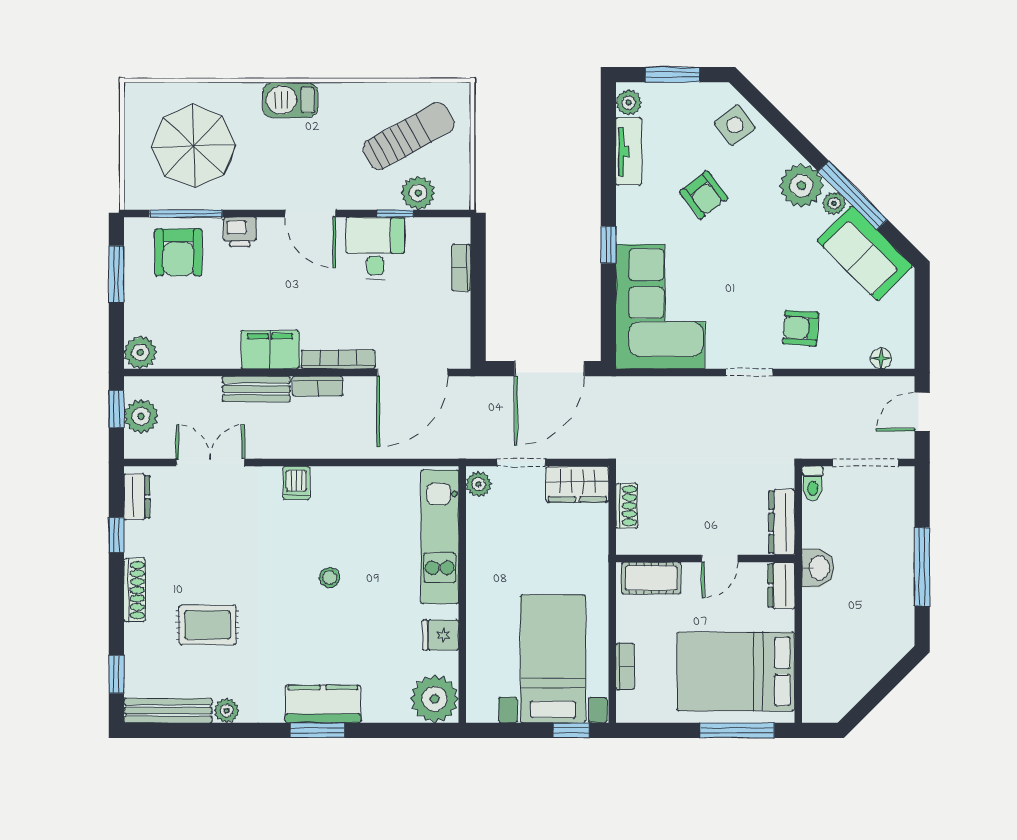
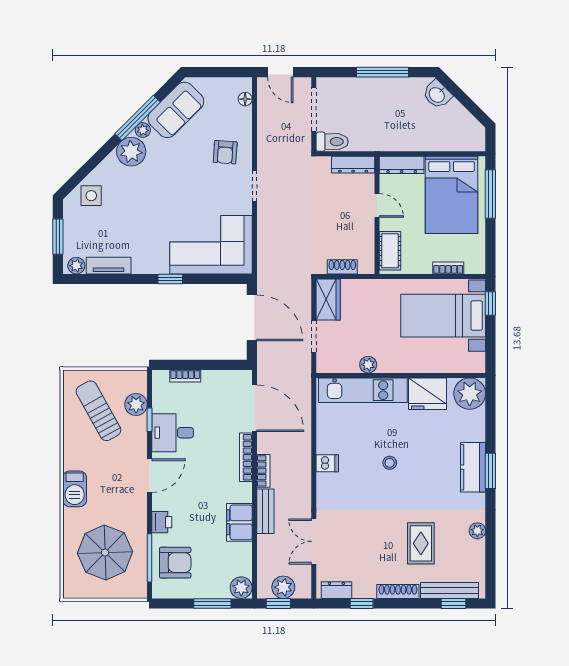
side table: (735, 125) -> (91, 196), turned 37
armchair: (704, 195) -> (137, 216), removed
window: (116, 274) -> (212, 604), moved
filing cabinet: (270, 350) -> (239, 522), moved
dishwasher: (296, 483) -> (327, 463), moved
plant: (479, 484) -> (368, 365), moved
toilet: (813, 484) -> (332, 142), width x1.37, depth x1.39
washbasin: (818, 568) -> (437, 95), moved, turned -135
dresser: (781, 586) -> (402, 165), width x1.44
fridge: (440, 635) -> (428, 394), width x1.88, depth x1.34
bench: (168, 711) -> (449, 590), moved, turned 90

